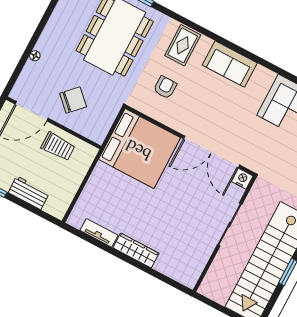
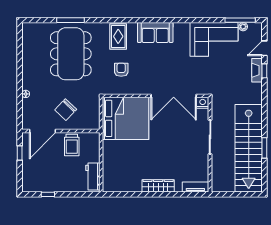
chair: (73, 100) -> (66, 110), turned 180
trolley: (58, 146) -> (72, 145), turned 90
workbench: (29, 193) -> (93, 177), moved, turned -90
tv unit: (99, 233) -> (195, 187), moved

